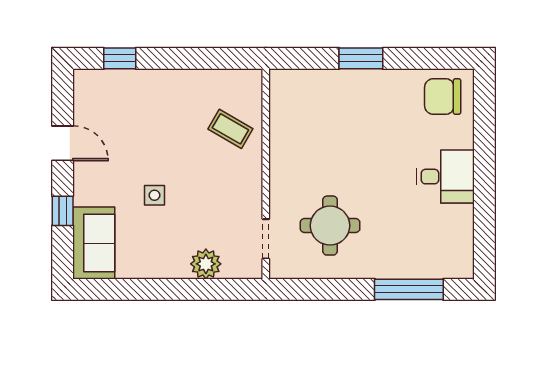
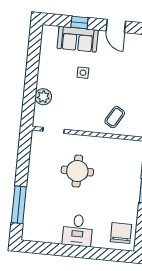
door: (63, 143) -> (116, 26), hinge flipped
round table: (330, 226) -> (77, 171), moved
sofa: (94, 243) -> (78, 39), moved

